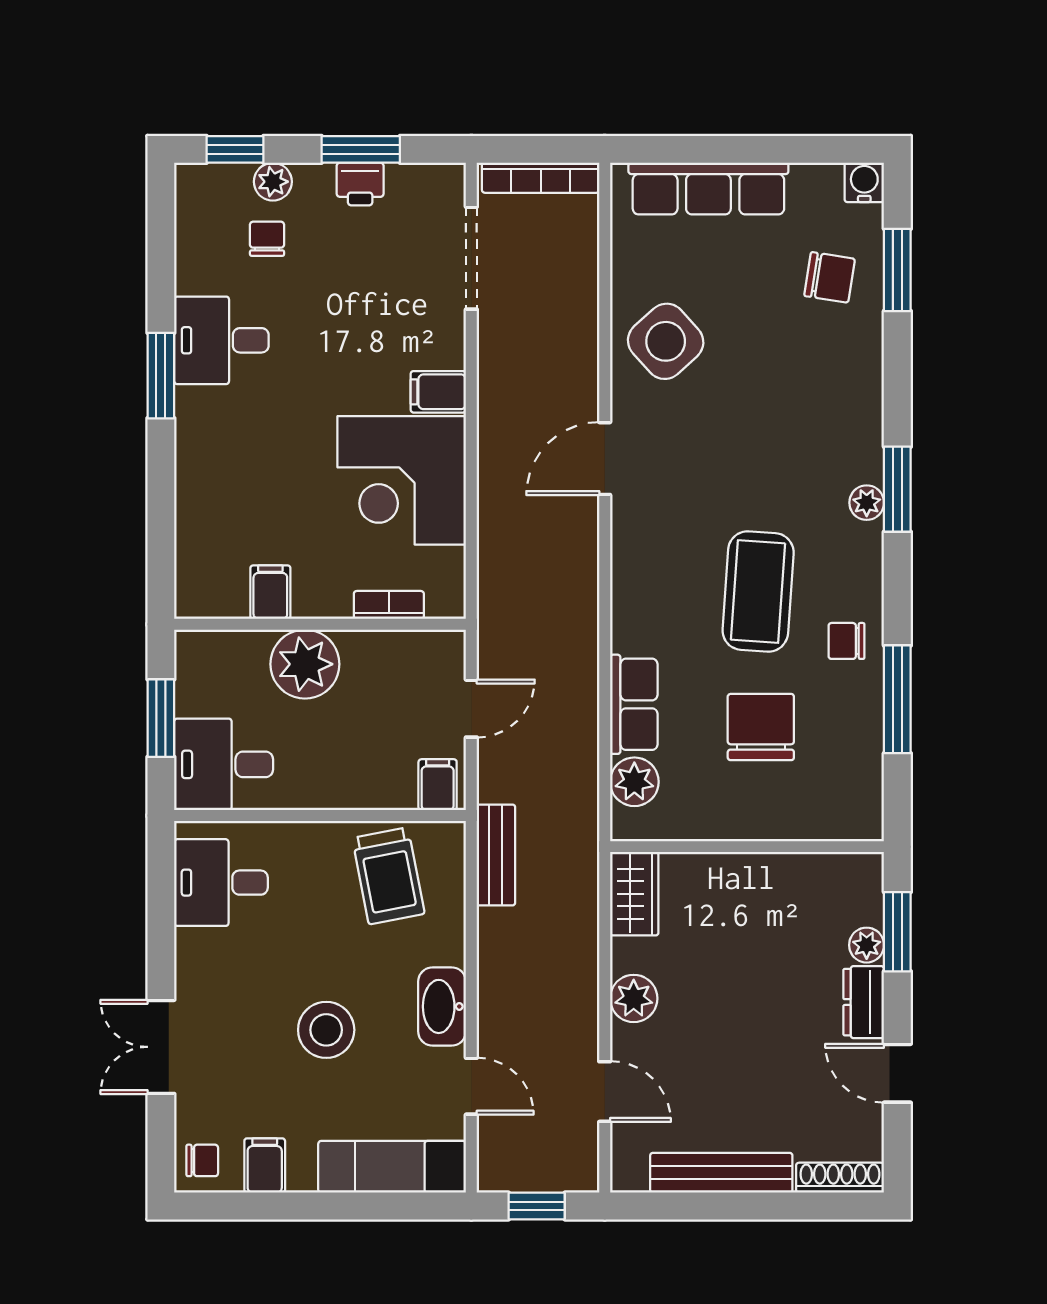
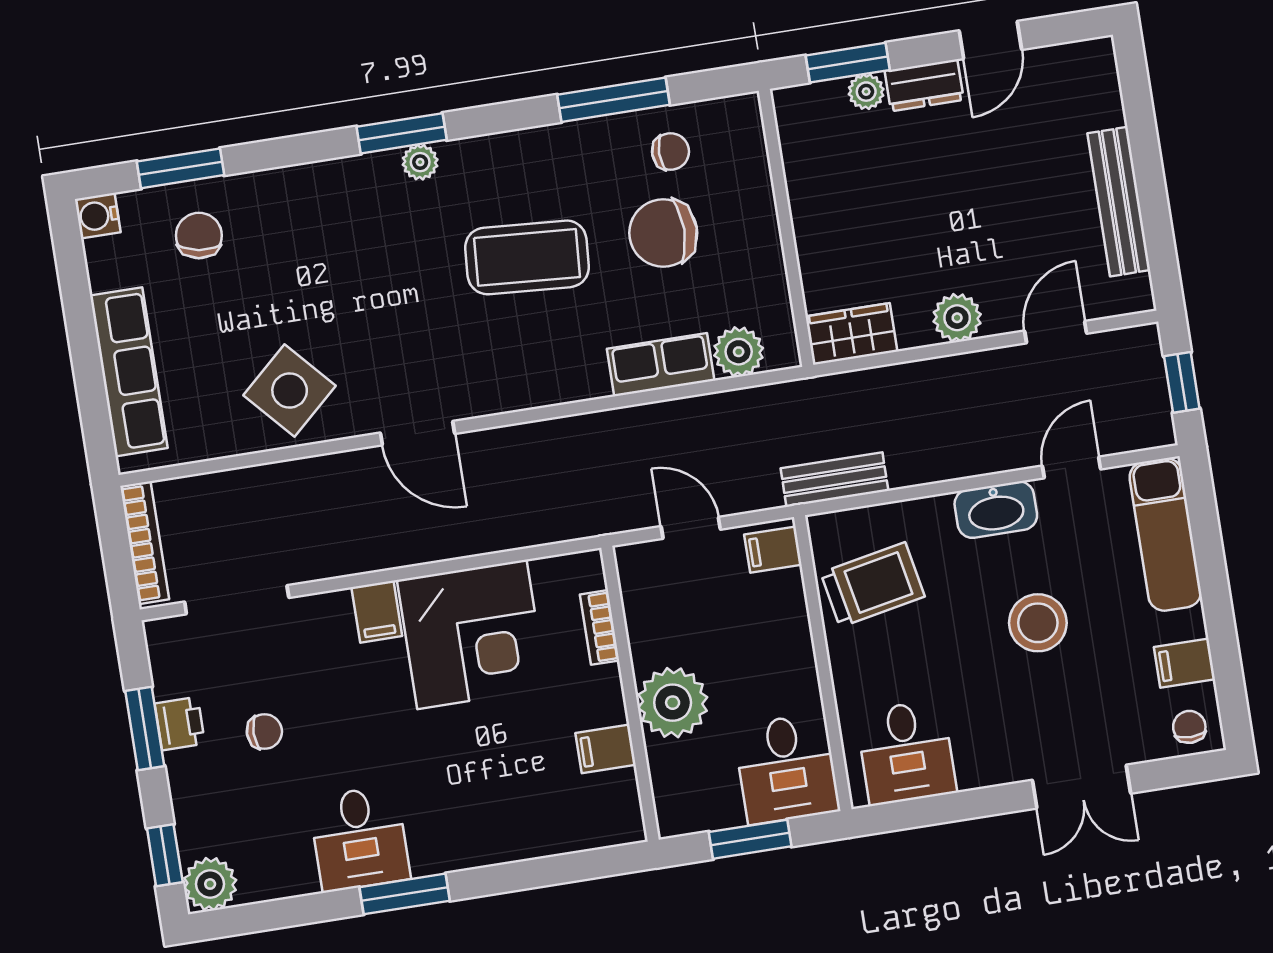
plant: (273, 182) -> (210, 884), moved, width x1.38, depth x1.38
chair: (267, 239) -> (264, 732), moved, turned 180
chair: (847, 641) -> (671, 152), moved, turned -90
shoe rack: (840, 1178) -> (1105, 81), removed

